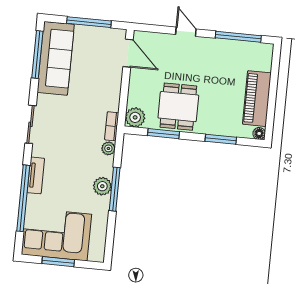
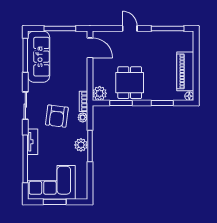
armchair: (73, 143) -> (57, 116), added

